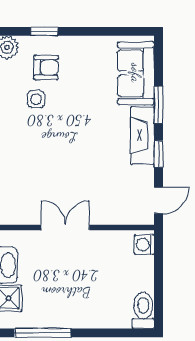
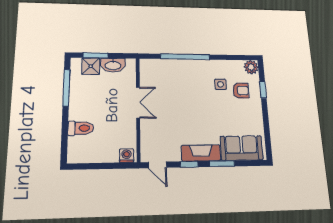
armchair: (46, 67) -> (241, 91), turned -90
toilet: (143, 310) -> (81, 128), moved

